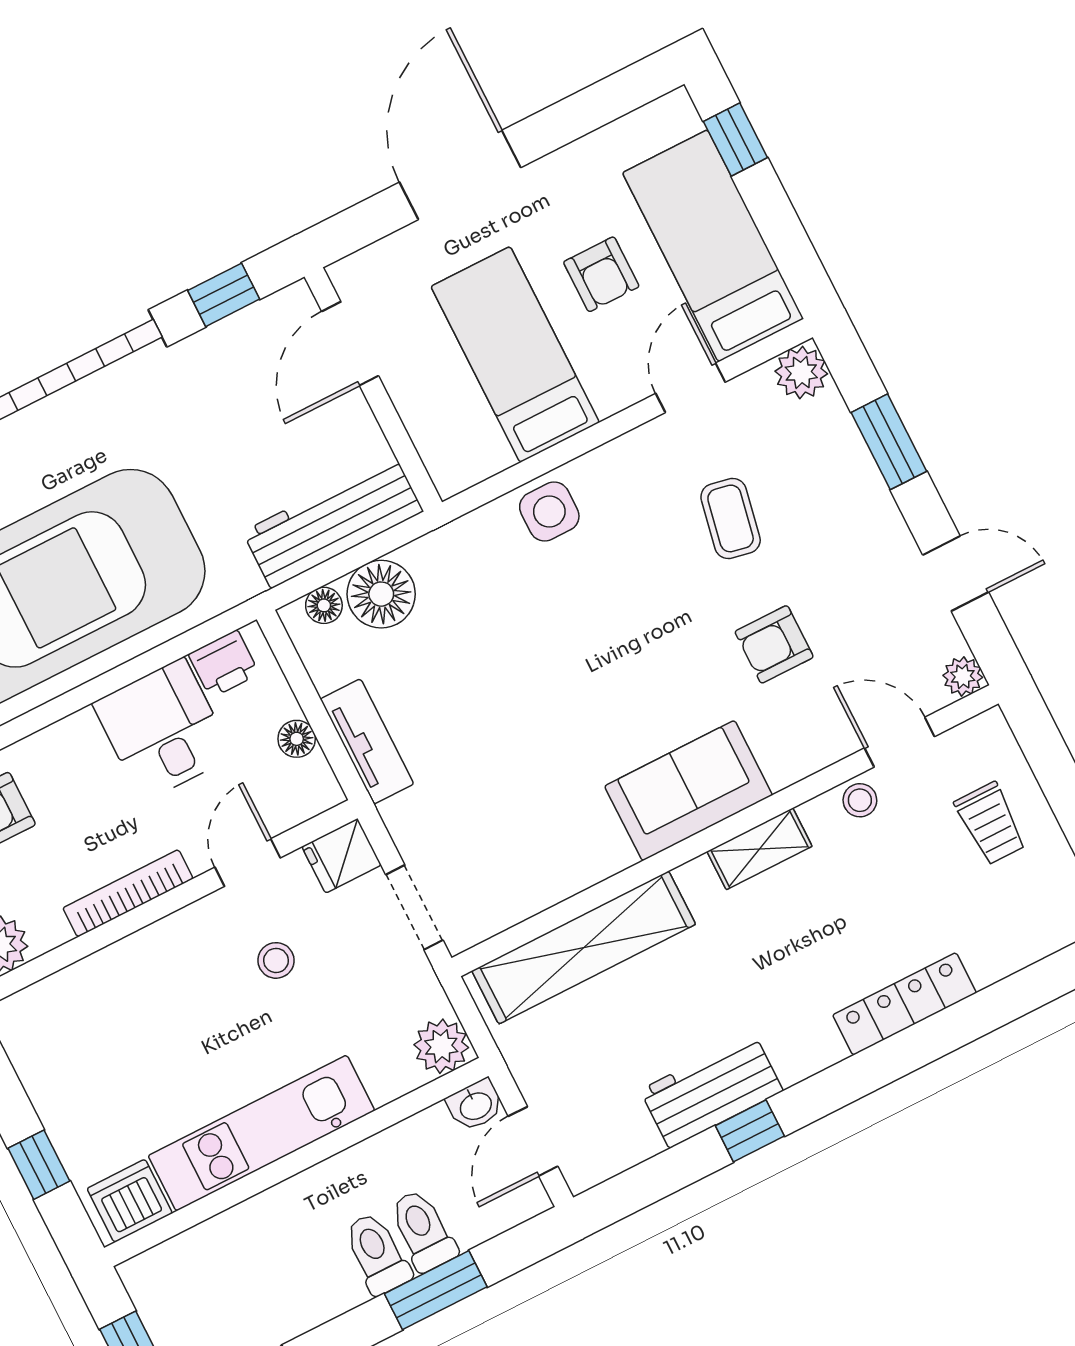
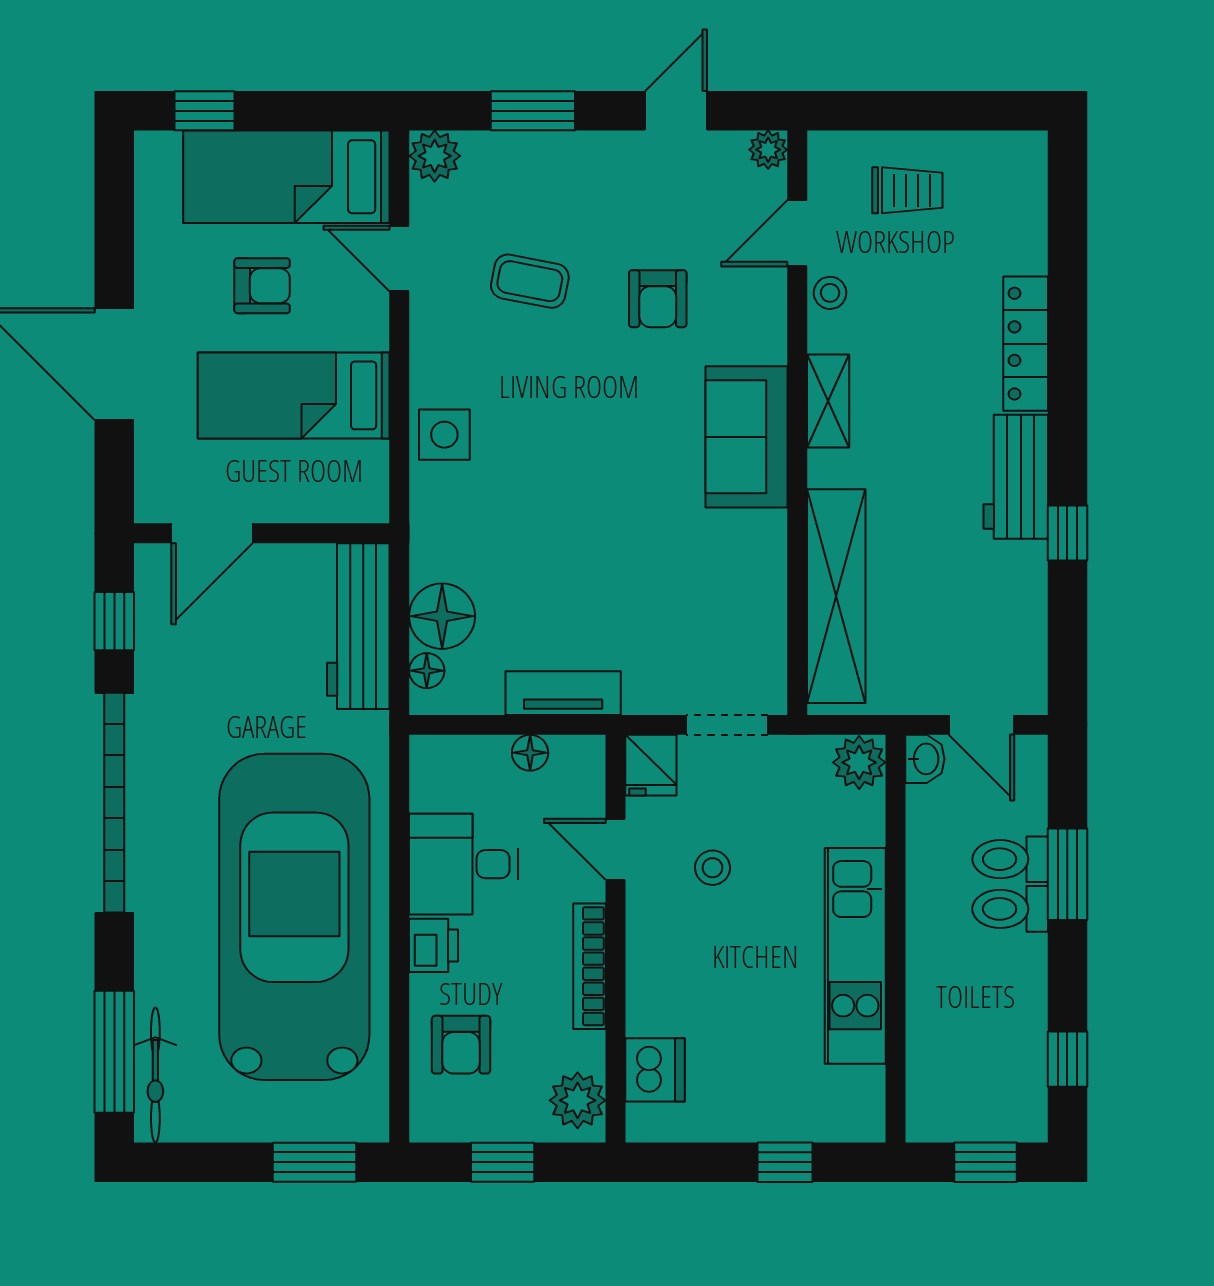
door: (350, 344) -> (212, 533), hinge flipped
printer: (224, 664) -> (433, 945), moved
workbench: (712, 1090) -> (1016, 477), moved
dishwasher: (130, 1201) -> (655, 1070), moved, turned 180

